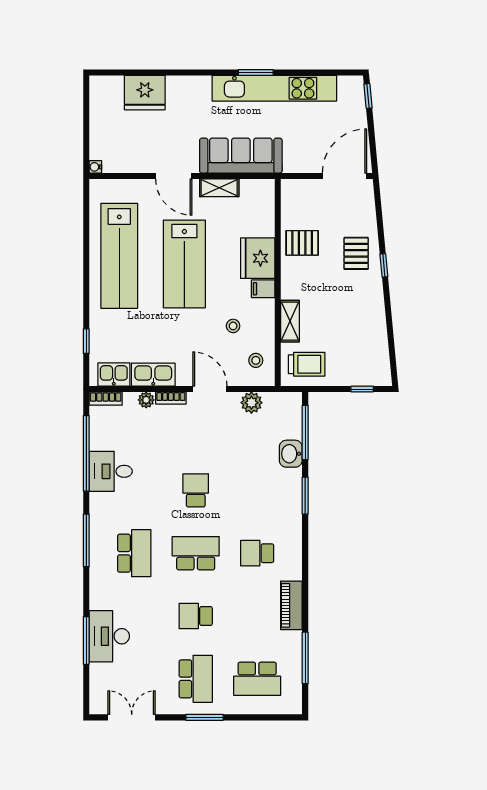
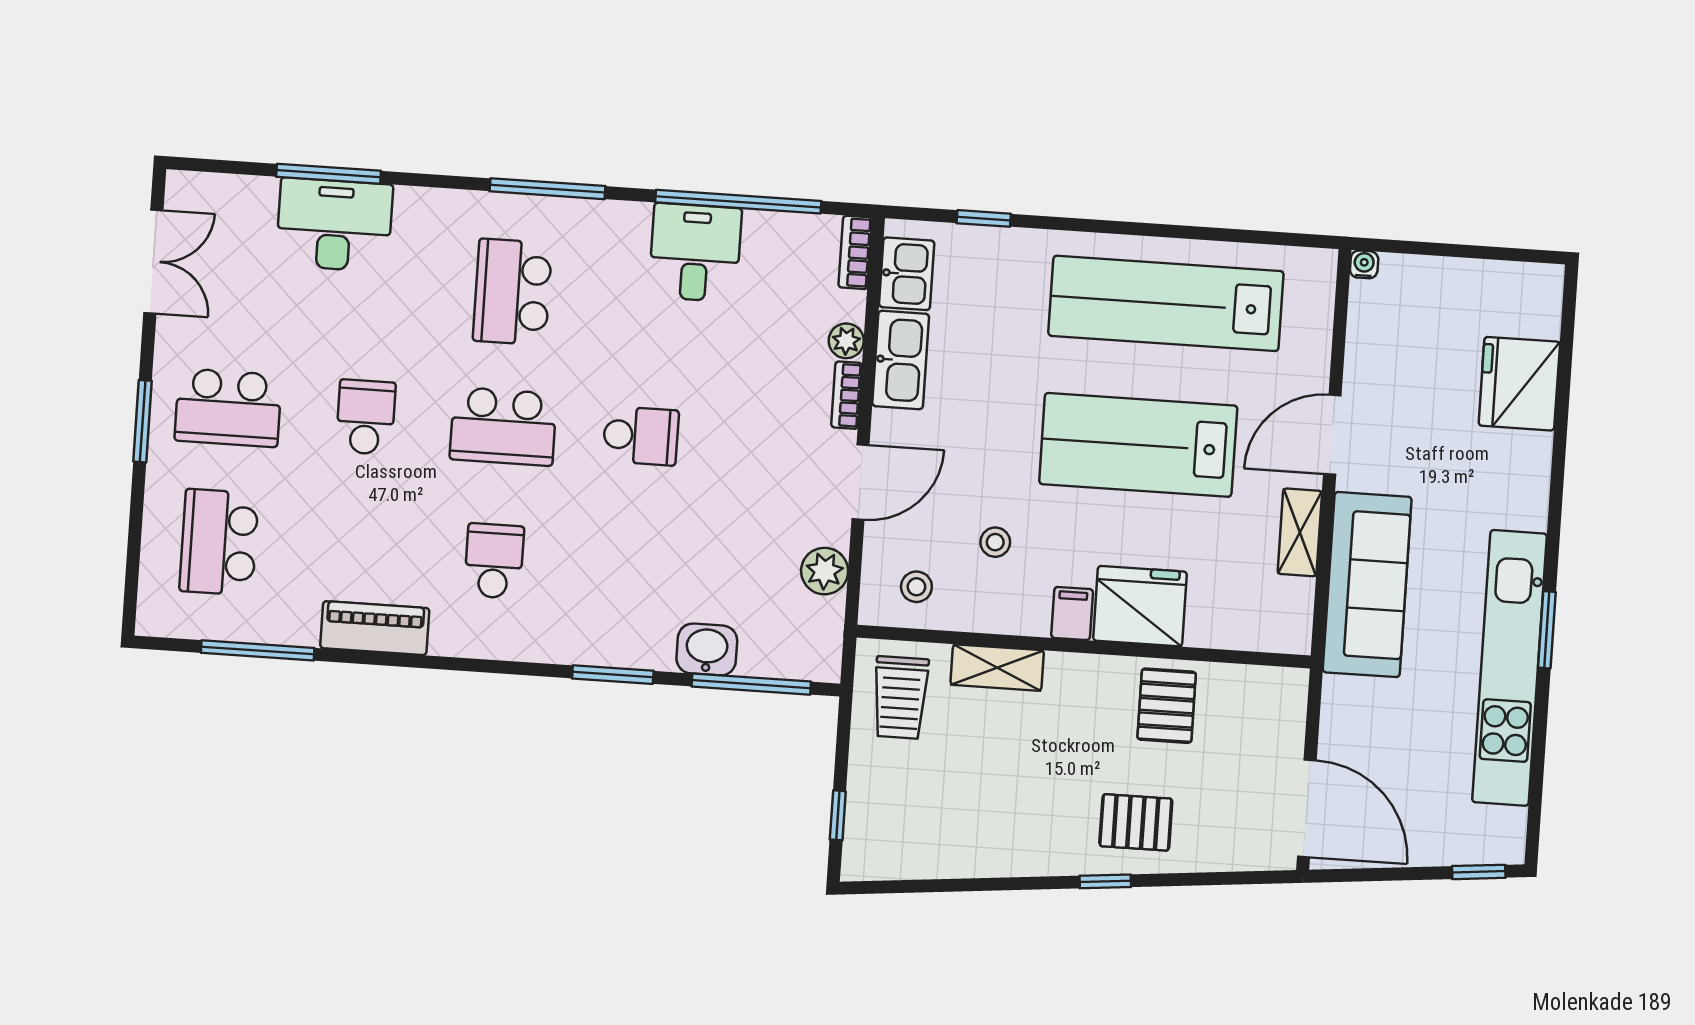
school desk: (134, 553) -> (512, 292), turned 90
school desk: (196, 553) -> (503, 426), turned 90

